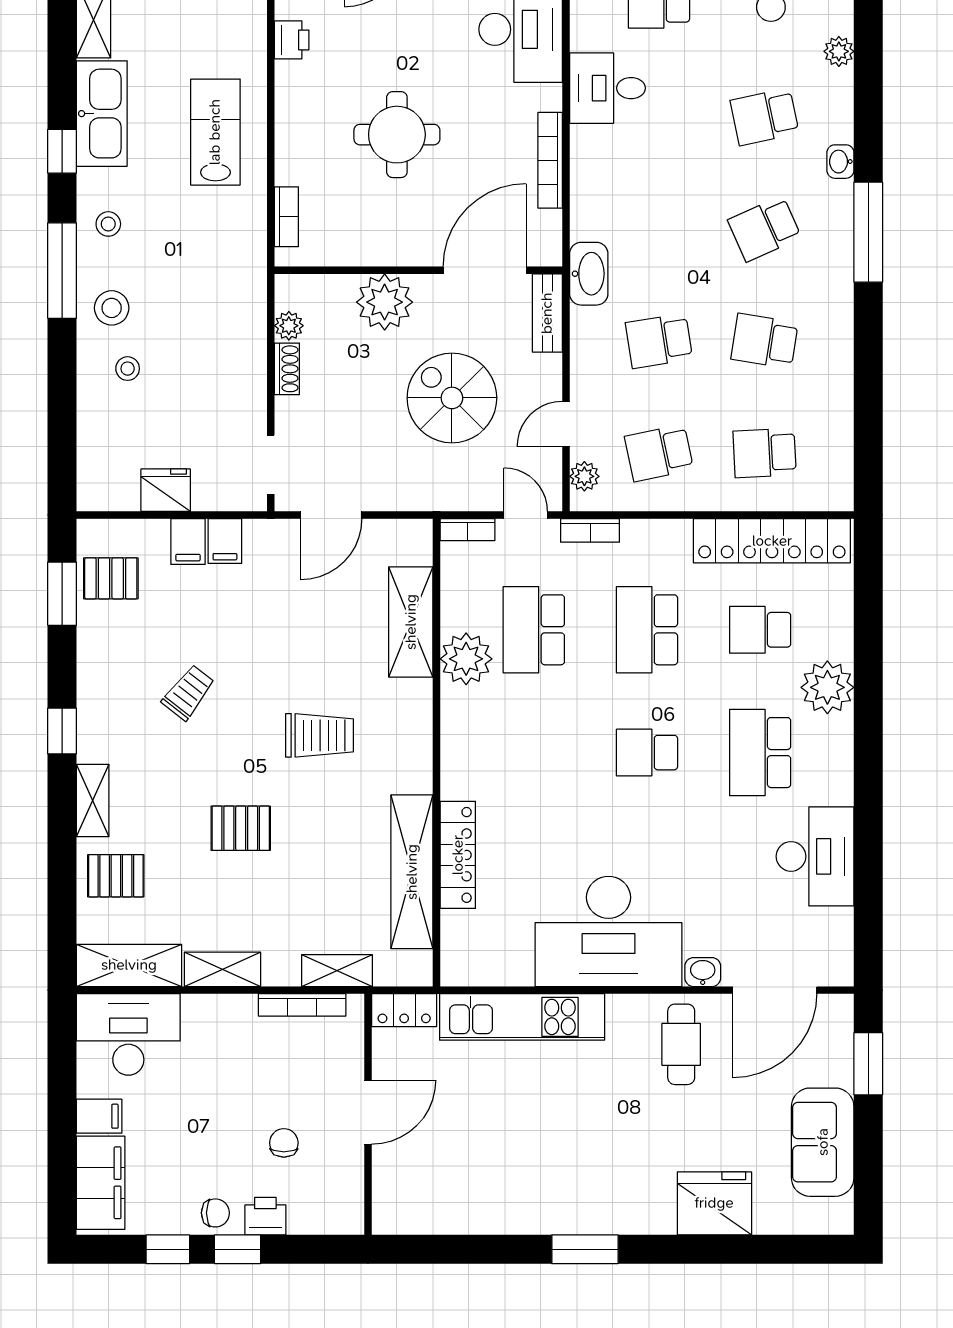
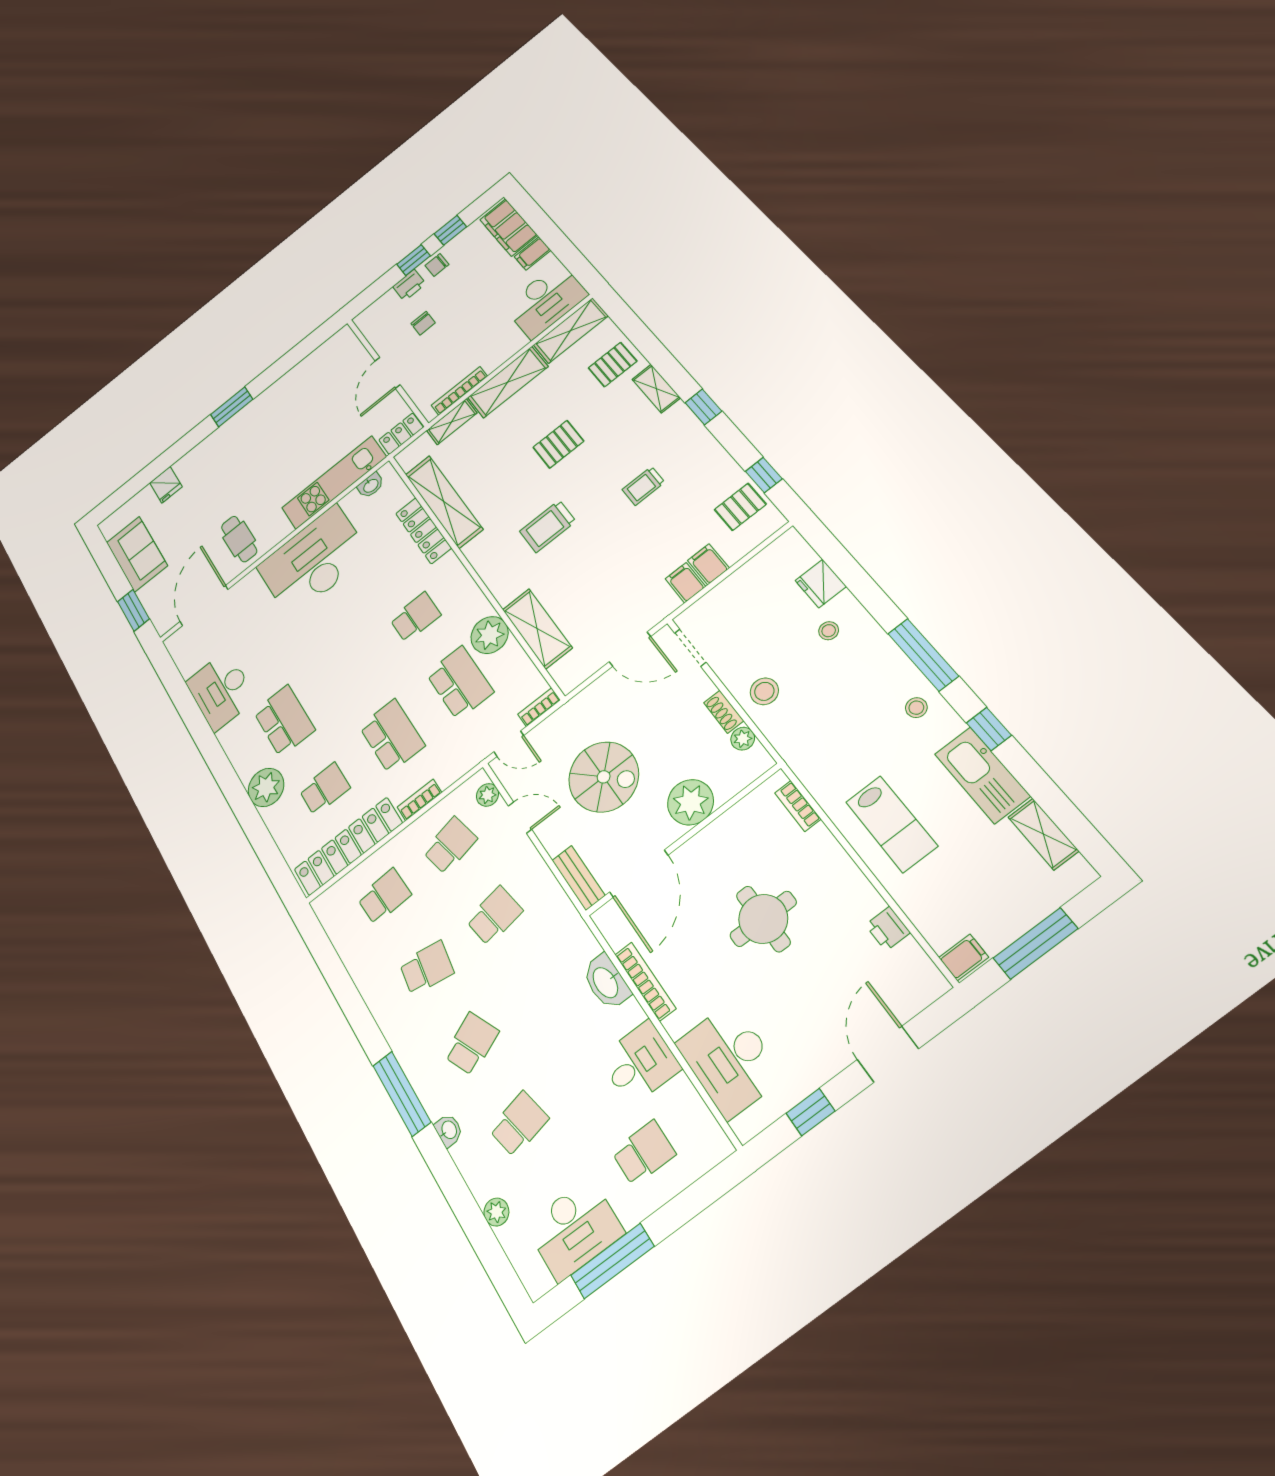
washbasin: (589, 274) -> (606, 982), moved
stool: (112, 308) -> (764, 691), moved
door: (566, 424) -> (520, 818), hinge flipped
fridge: (166, 490) -> (821, 584), moved, turned 90
door: (331, 515) -> (630, 649), swing flipped
bookcase: (590, 530) -> (419, 800), moved
window: (62, 594) -> (764, 475), width x0.67
trolley: (188, 692) -> (643, 486), turned 52
school desk: (647, 753) -> (415, 617), moved
shelving: (222, 969) -> (508, 382), width x1.50, depth x1.33
washbasin: (703, 972) -> (371, 485), moved
fridge: (714, 1203) -> (166, 485), width x0.53, depth x0.75

